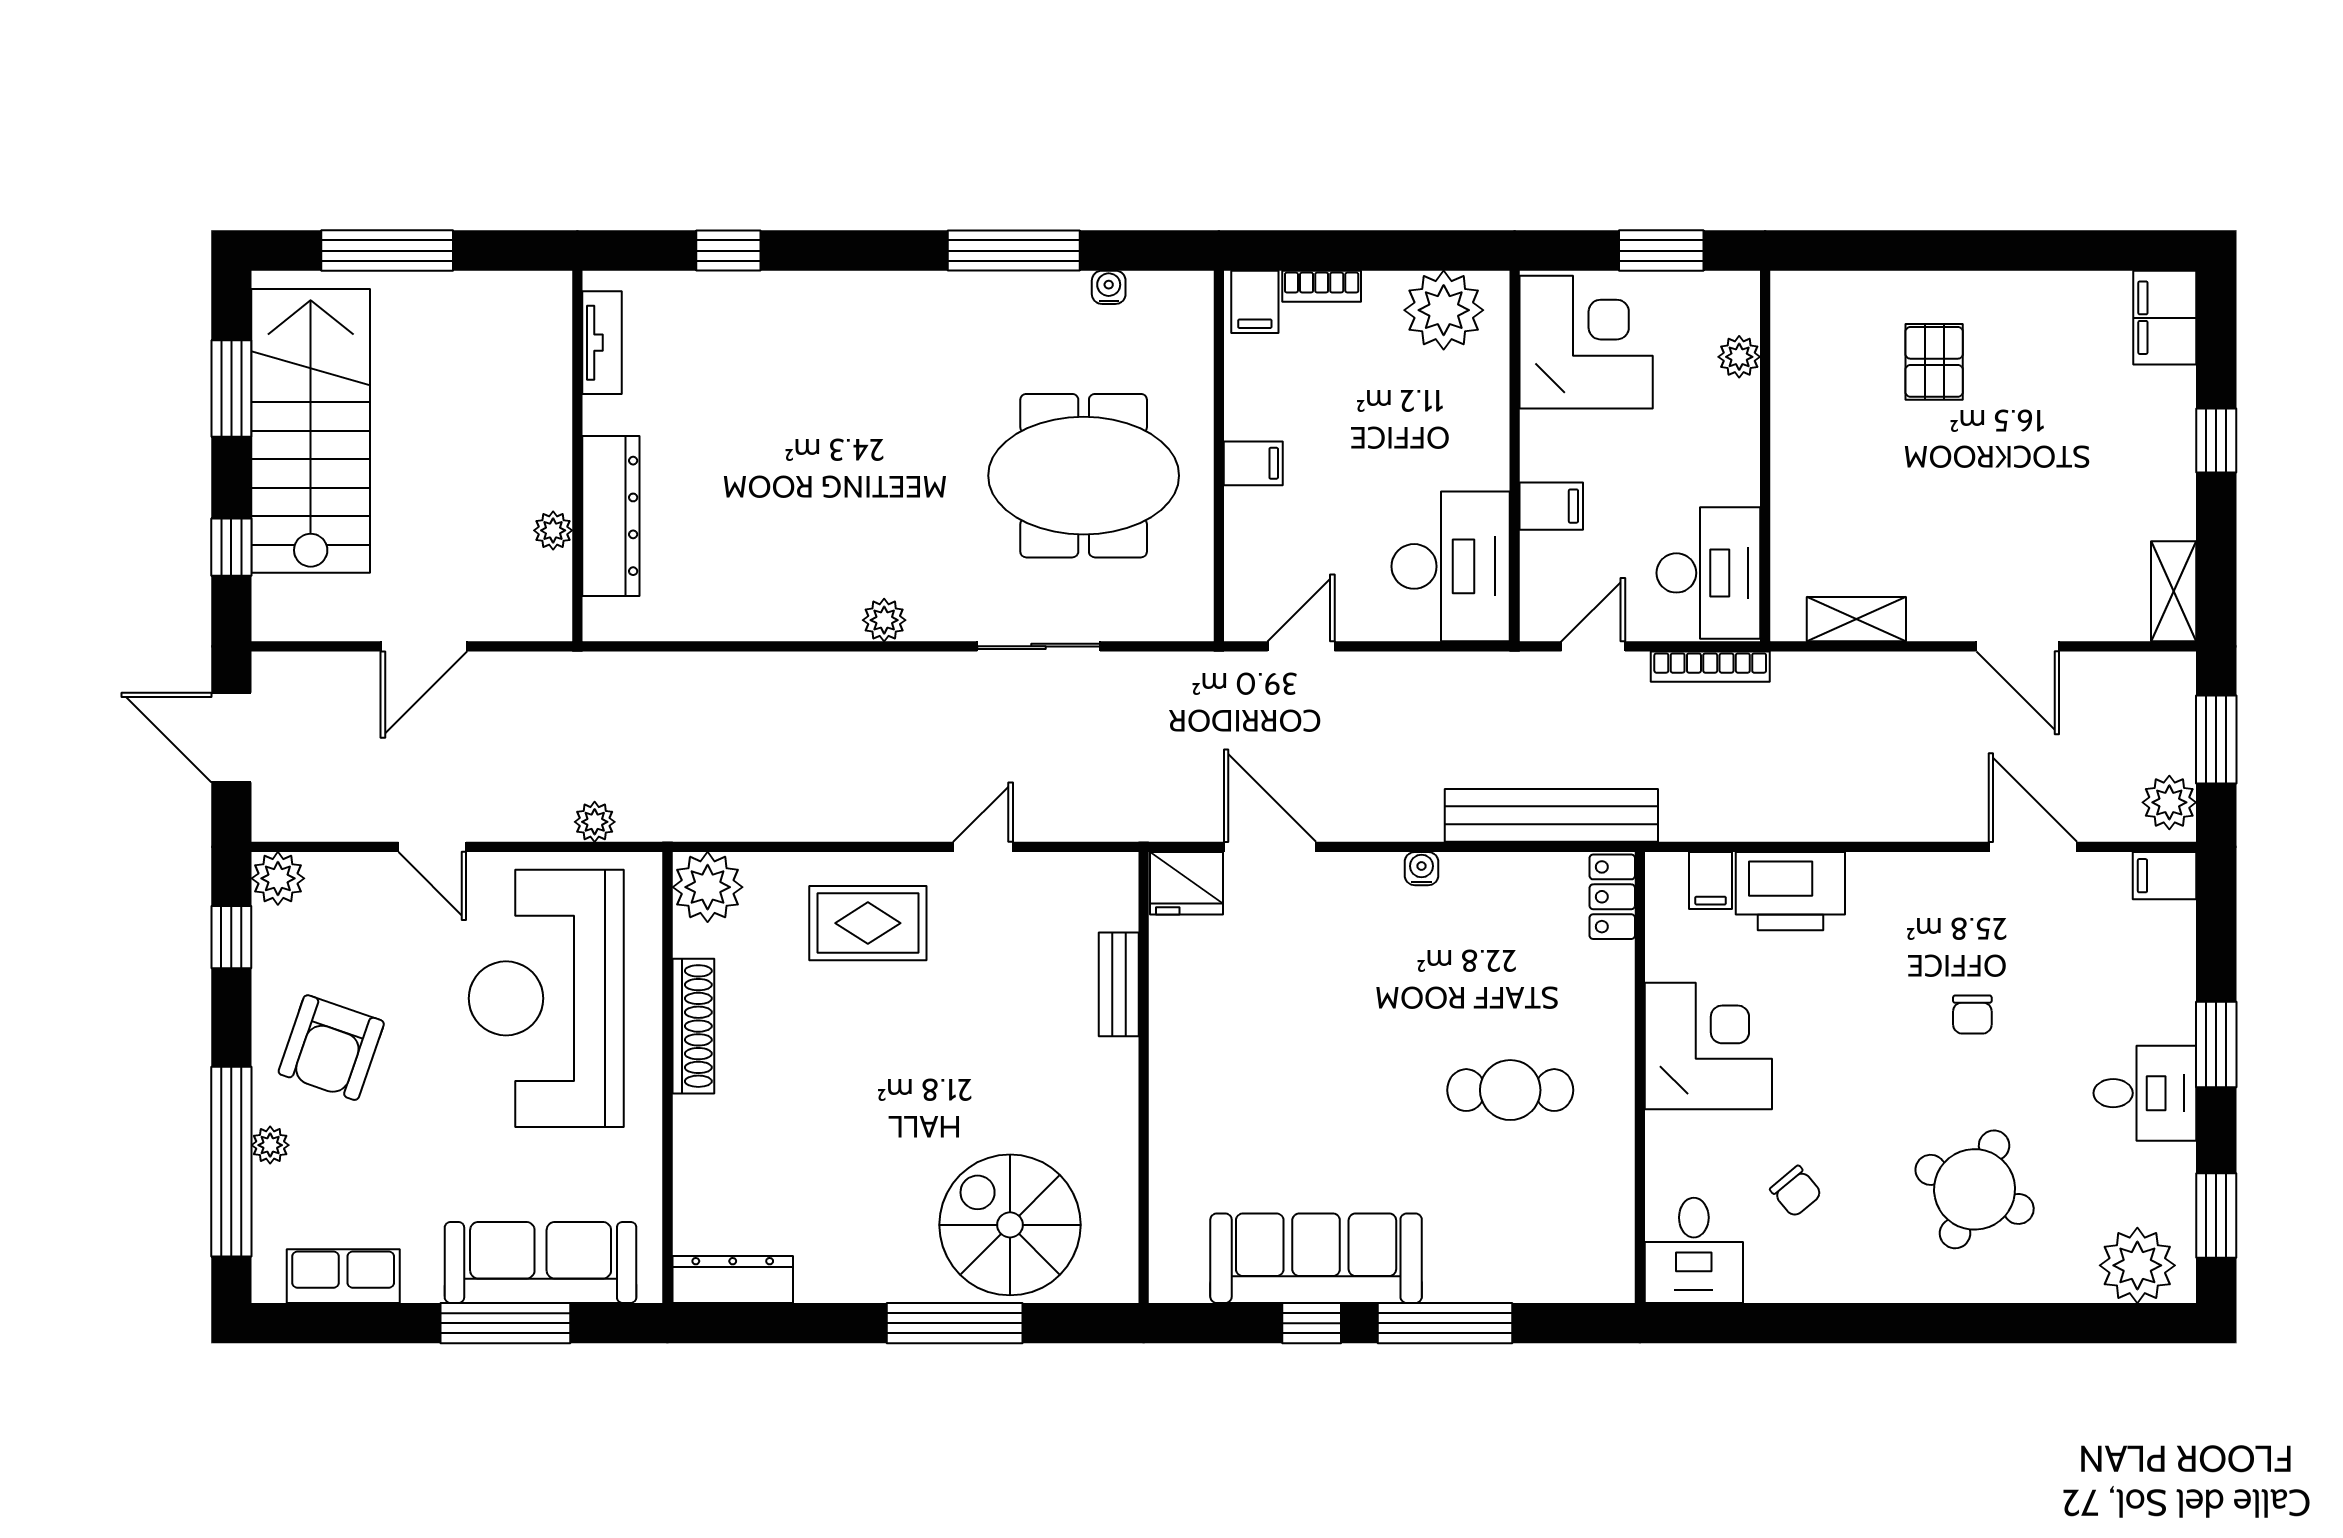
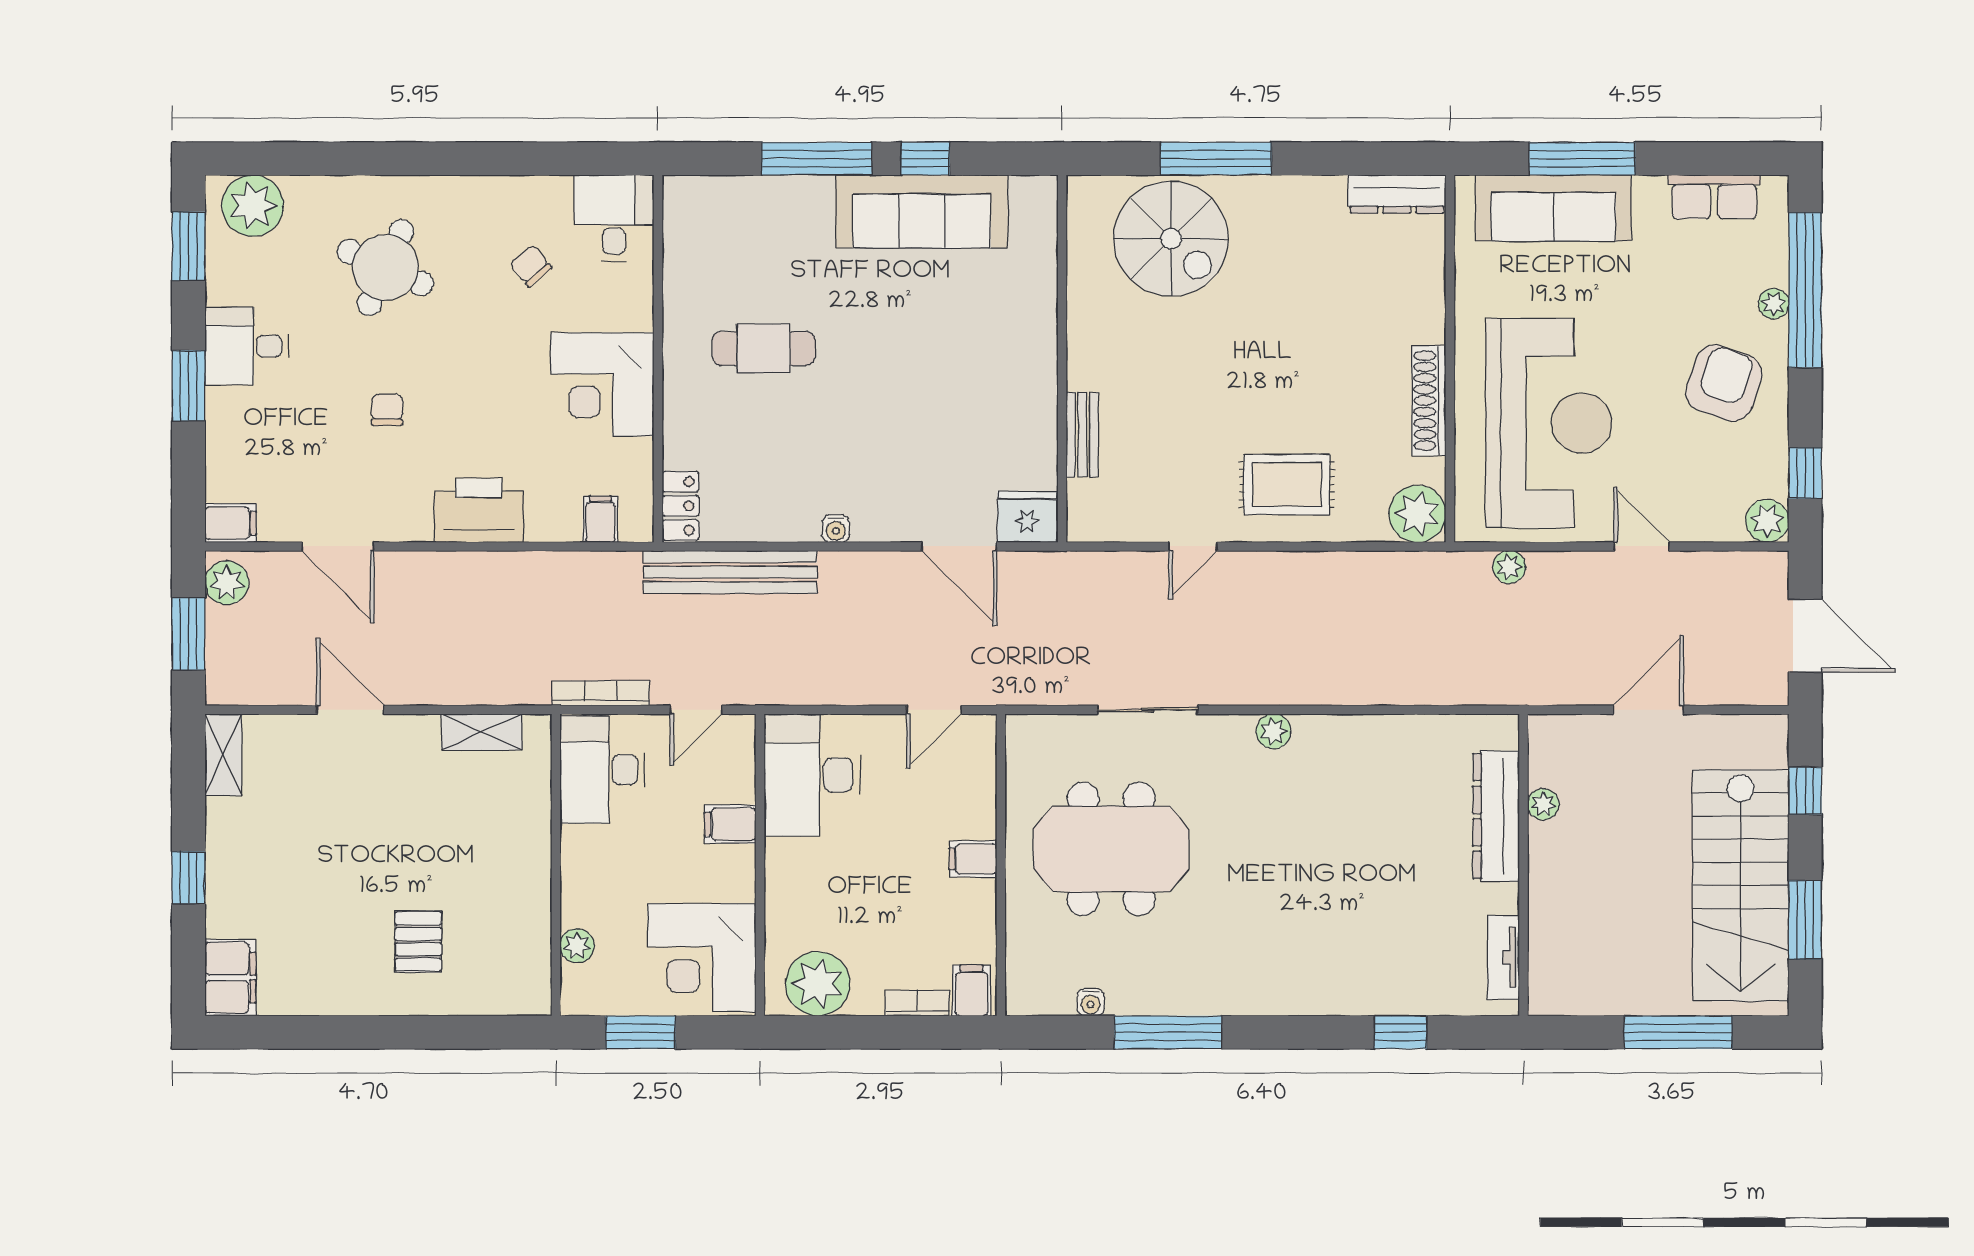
printer: (1790, 891) -> (479, 510), moved

